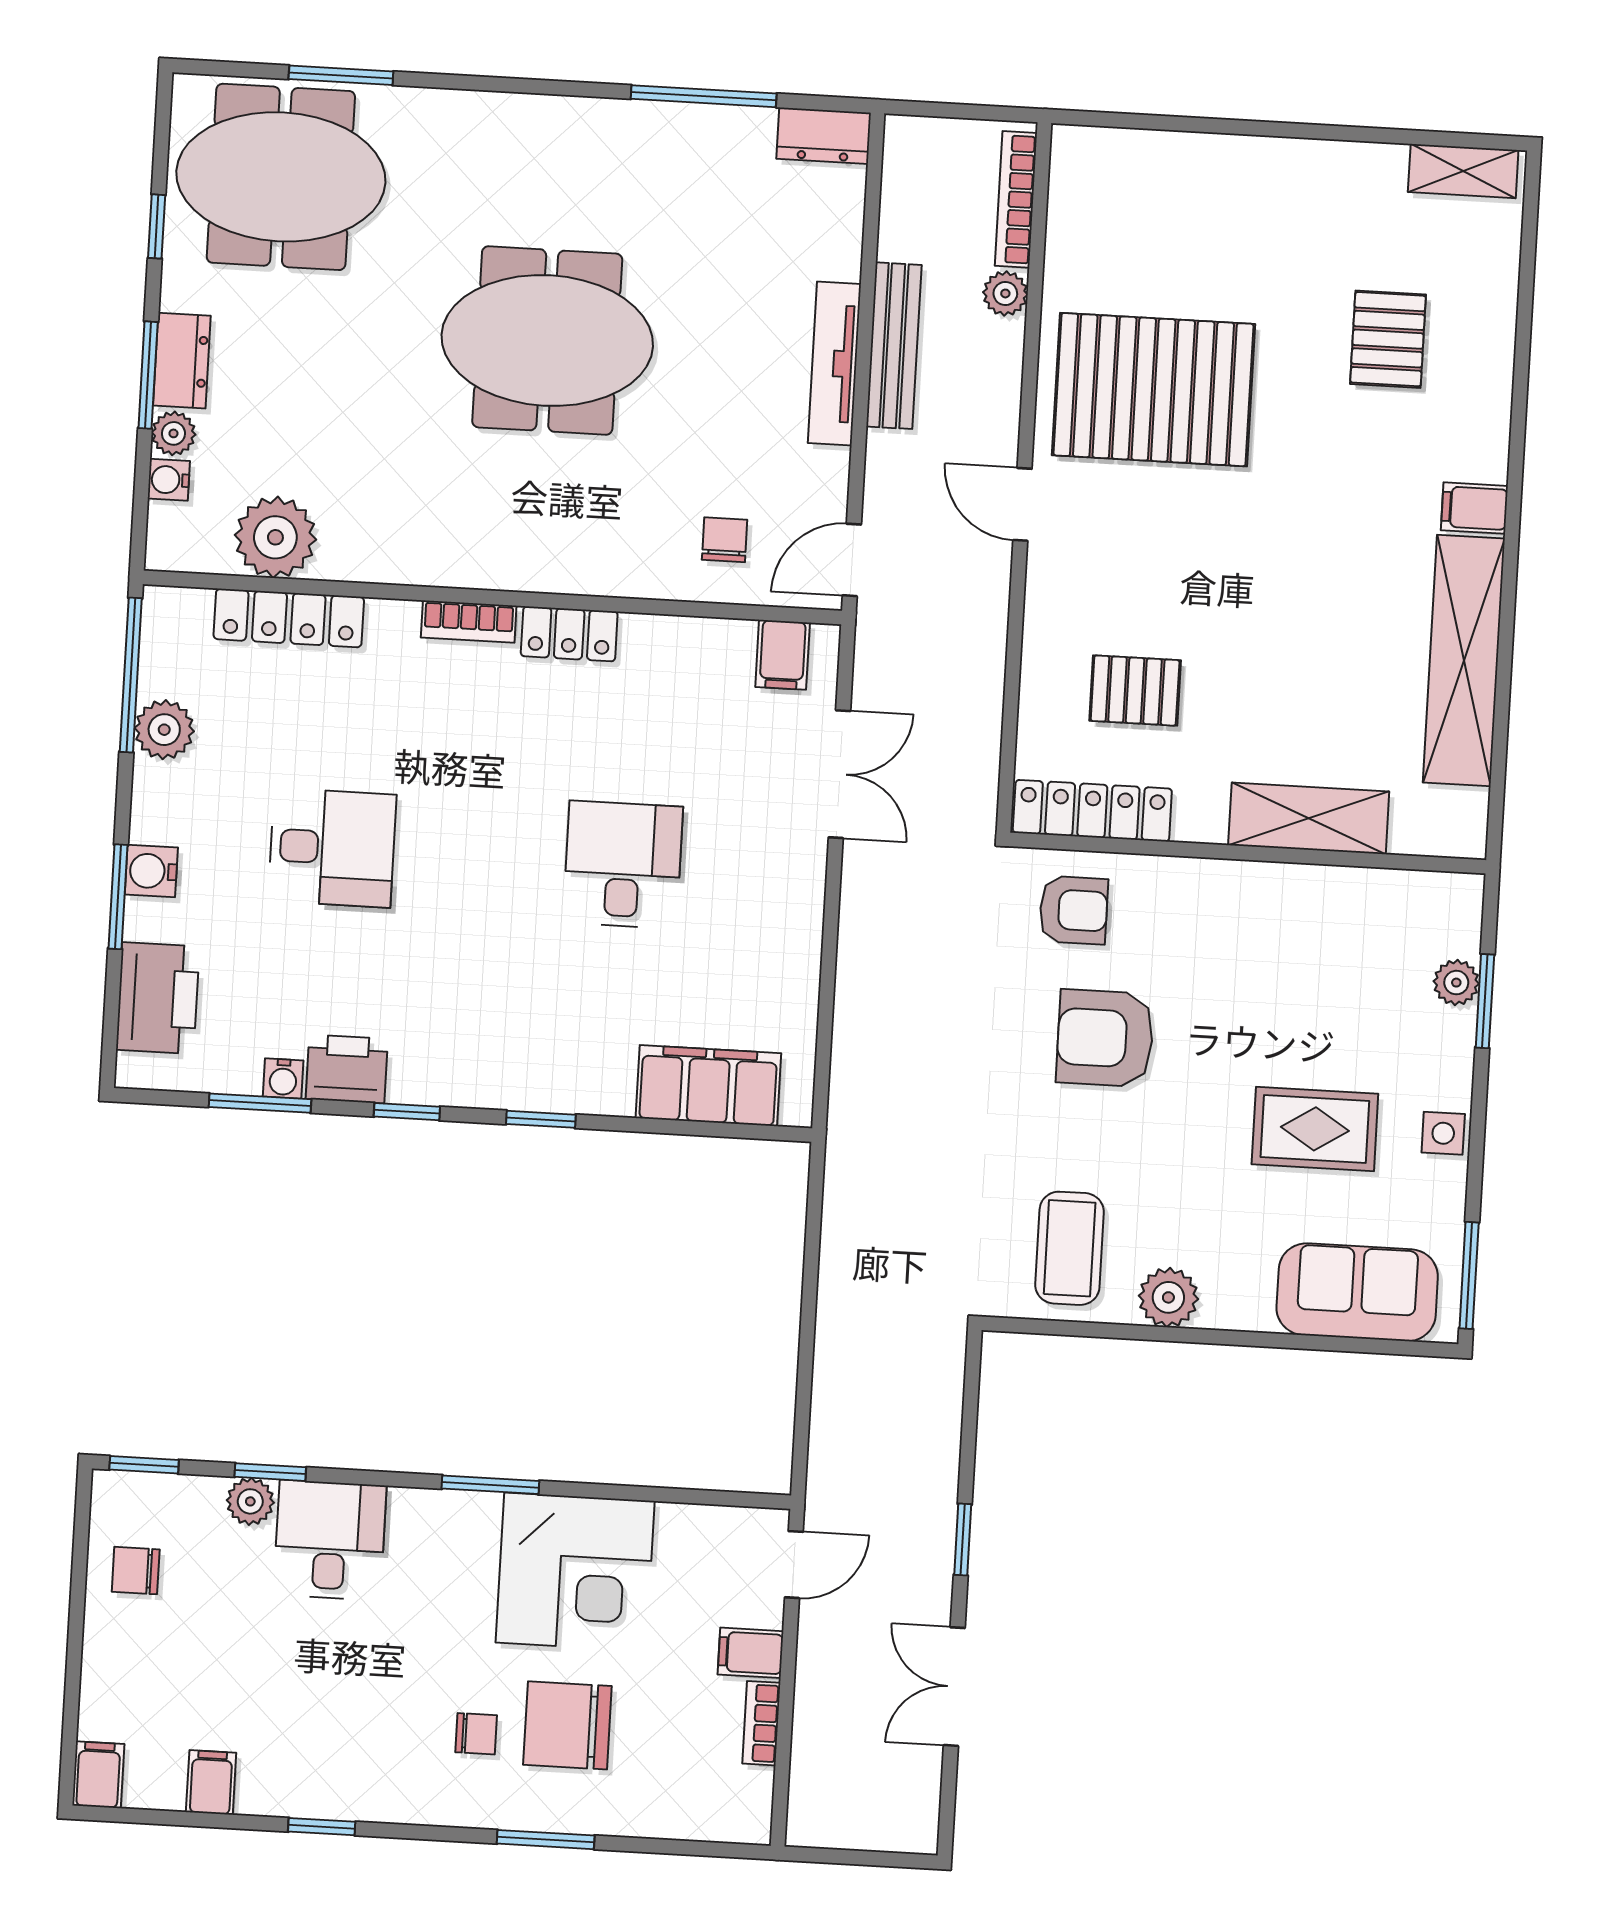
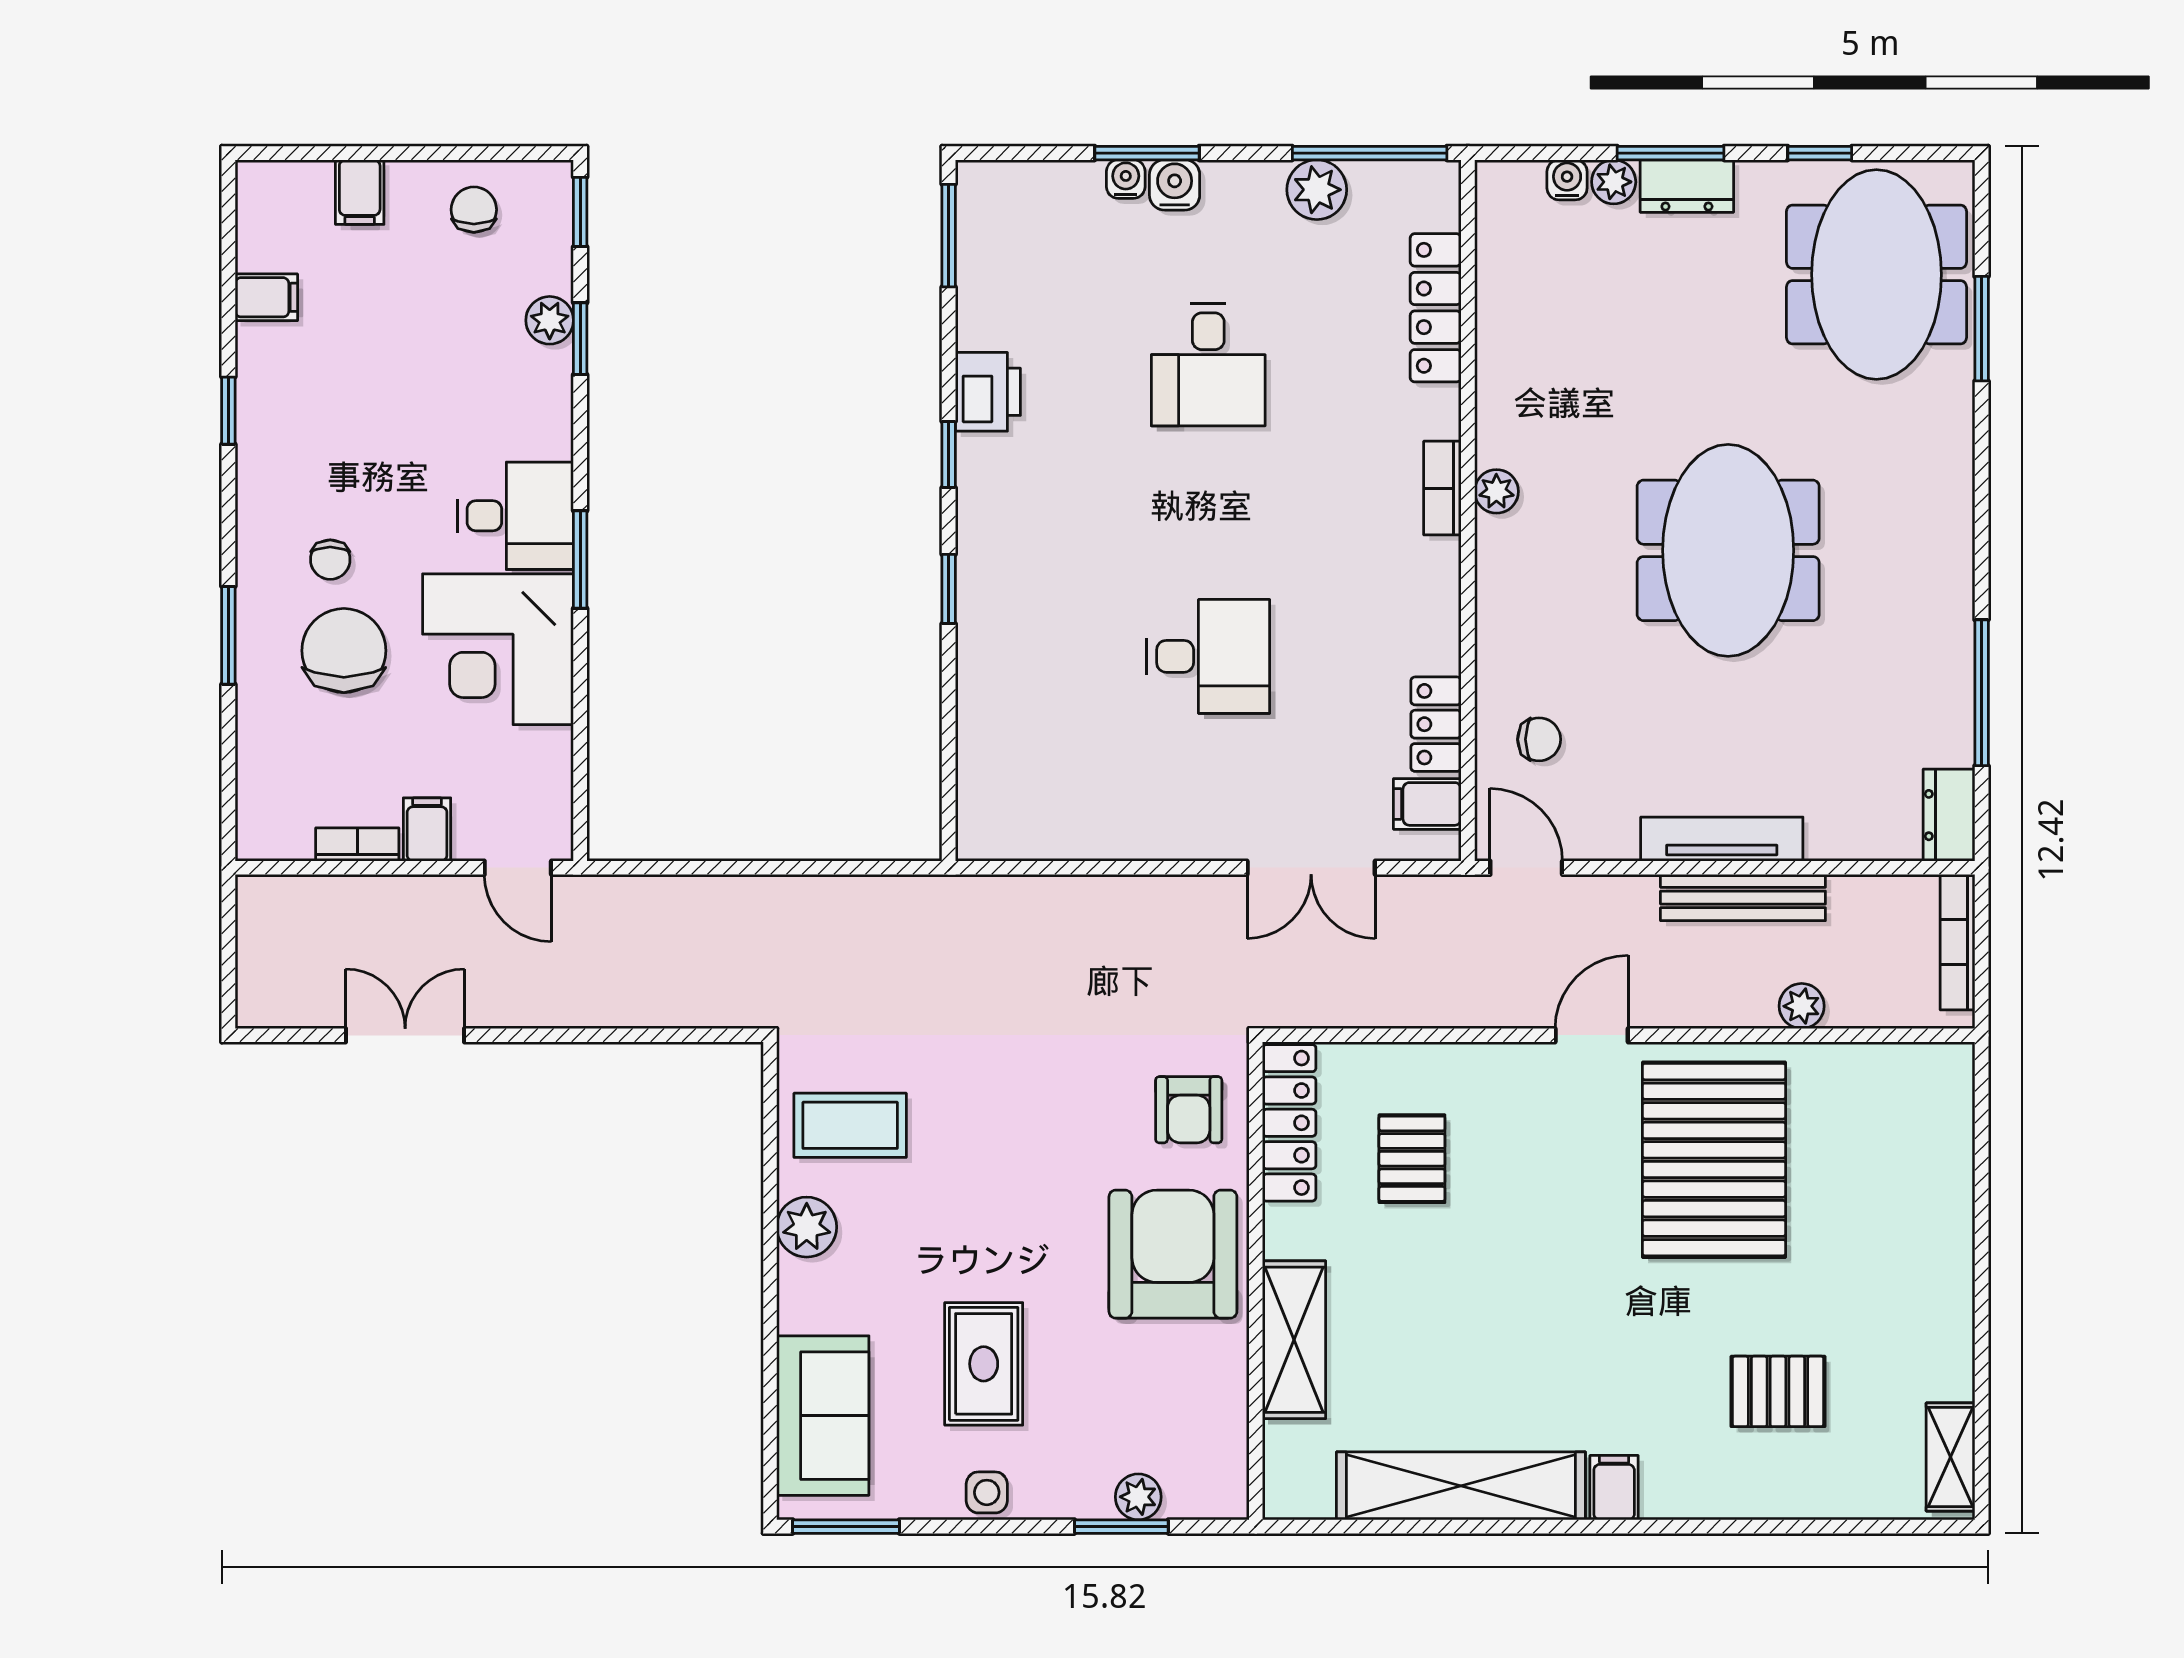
bookcase: (1016, 199) -> (1958, 942), moved, turned -90
plant: (275, 537) -> (1496, 491), moved, width x0.53, depth x0.53
locker: (569, 634) -> (1436, 724), moved
printer: (158, 998) -> (1048, 199), removed
armchair: (1105, 1038) -> (1173, 1254), moved, width x1.36, depth x1.36
water cooler: (283, 1079) -> (1126, 179), moved, turned 90
filing cabinet: (708, 1086) -> (992, 755), removed
window: (260, 1103) -> (949, 236), moved
desk: (330, 1540) -> (516, 516), moved
window: (963, 1540) -> (553, 1035), removed
filing cabinet: (98, 1775) -> (360, 192), moved, turned 90

